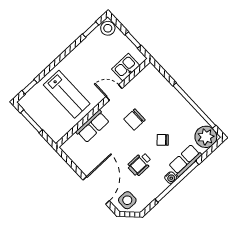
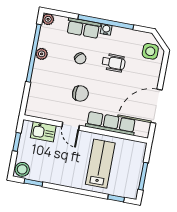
plant: (189, 112) -> (42, 54), added
row of seats: (93, 126) -> (111, 123), width x1.48
plant: (206, 137) -> (48, 19), width x0.53, depth x0.53
door: (96, 190) -> (156, 106), moved

